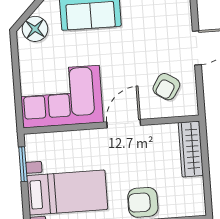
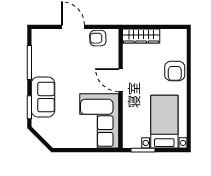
floor lamp: (35, 29) -> (52, 135), removed
armchair: (166, 87) -> (98, 38), moved, turned 145

